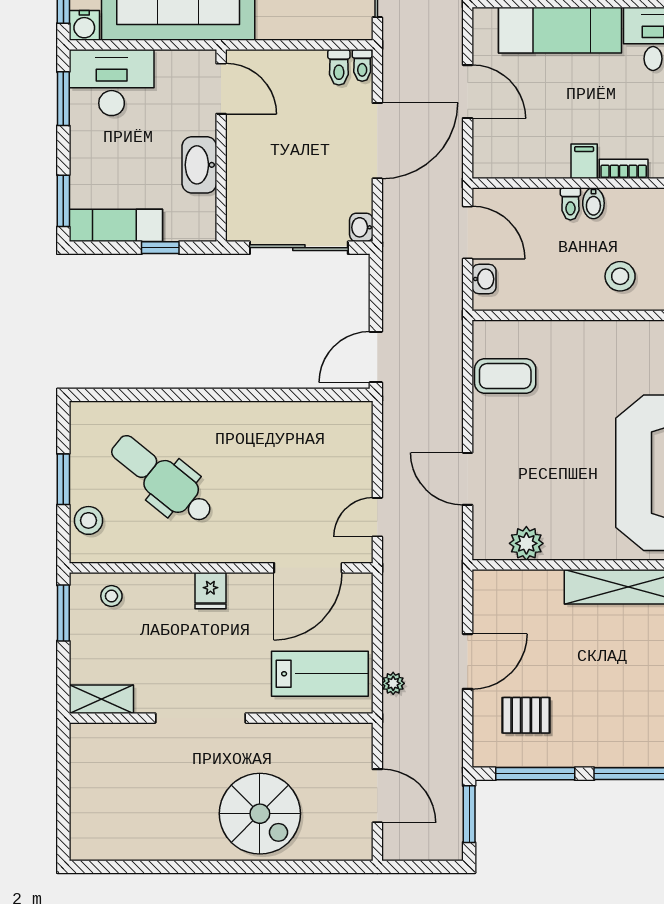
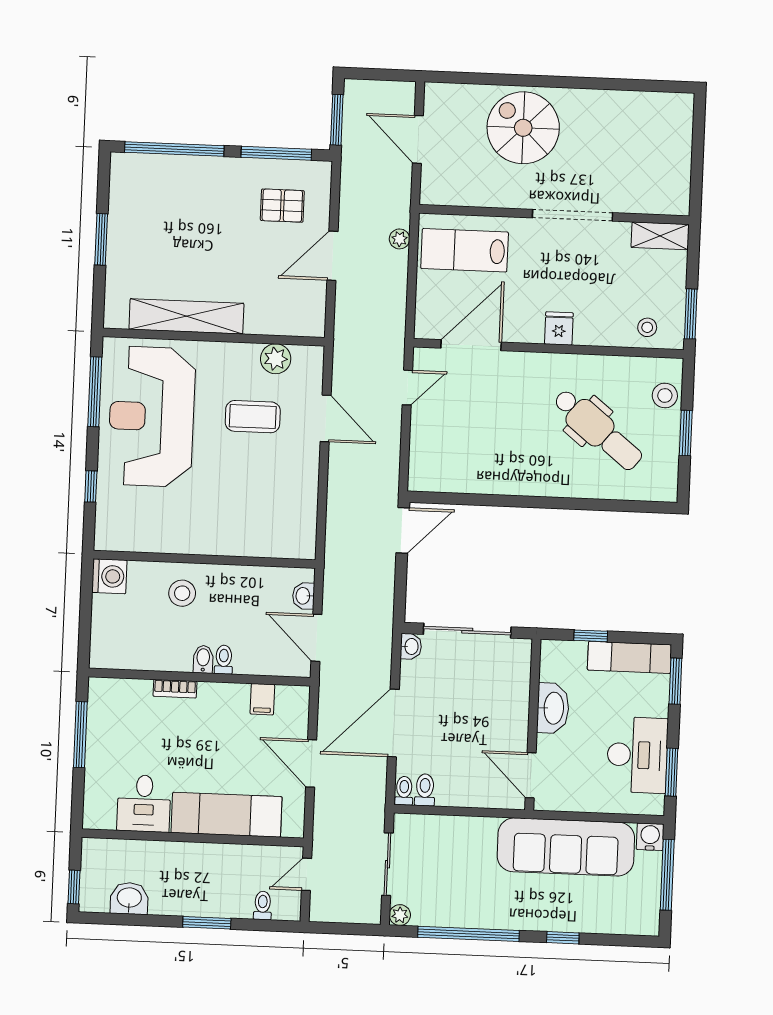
desk: (112, 83) -> (637, 755), moved, turned -90
filing cabinet: (584, 161) -> (262, 699), moved
coffee table: (505, 376) -> (253, 417), moved

